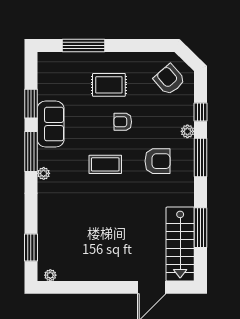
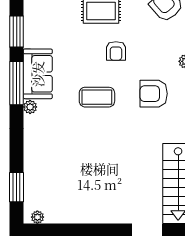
armchair: (123, 122) -> (116, 51), turned -90
sofa: (51, 124) -> (38, 74), moved
armchair: (158, 161) -> (154, 94), turned 180

